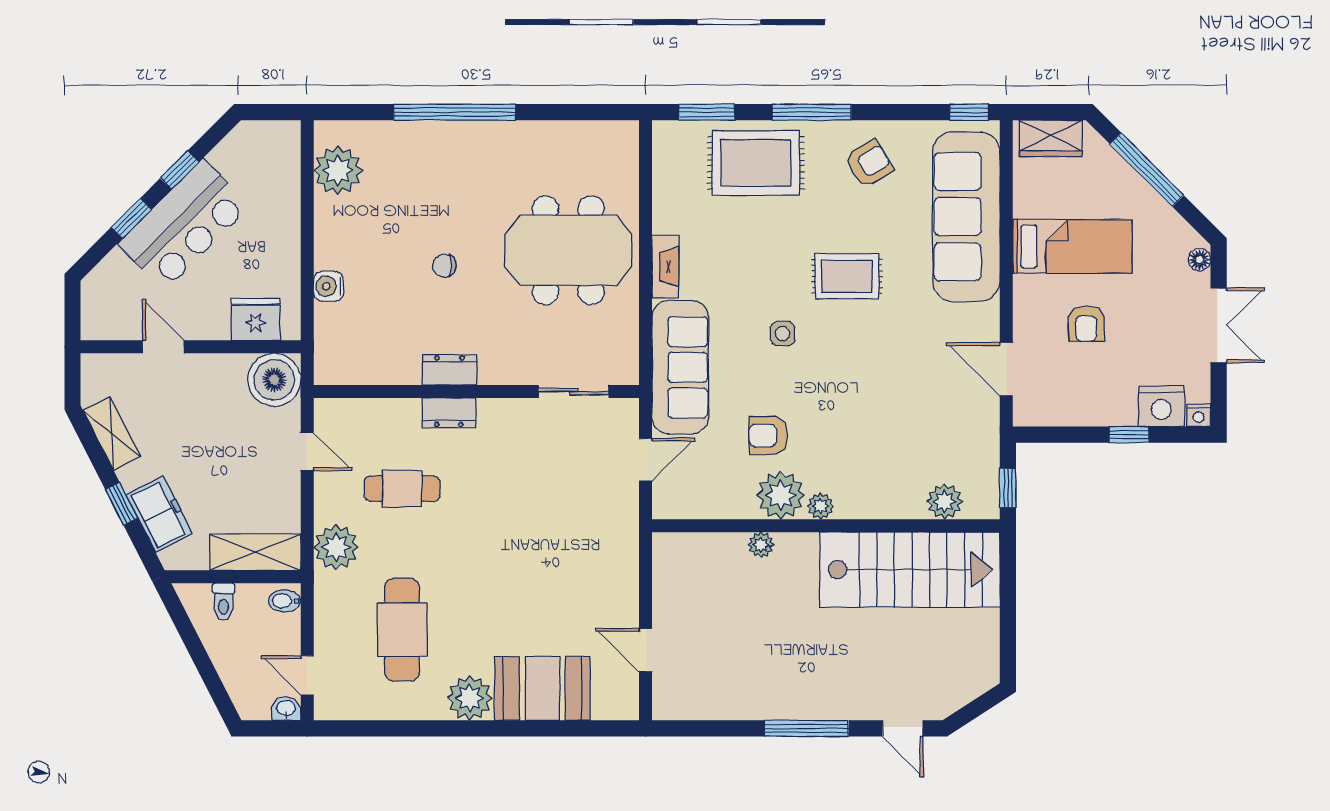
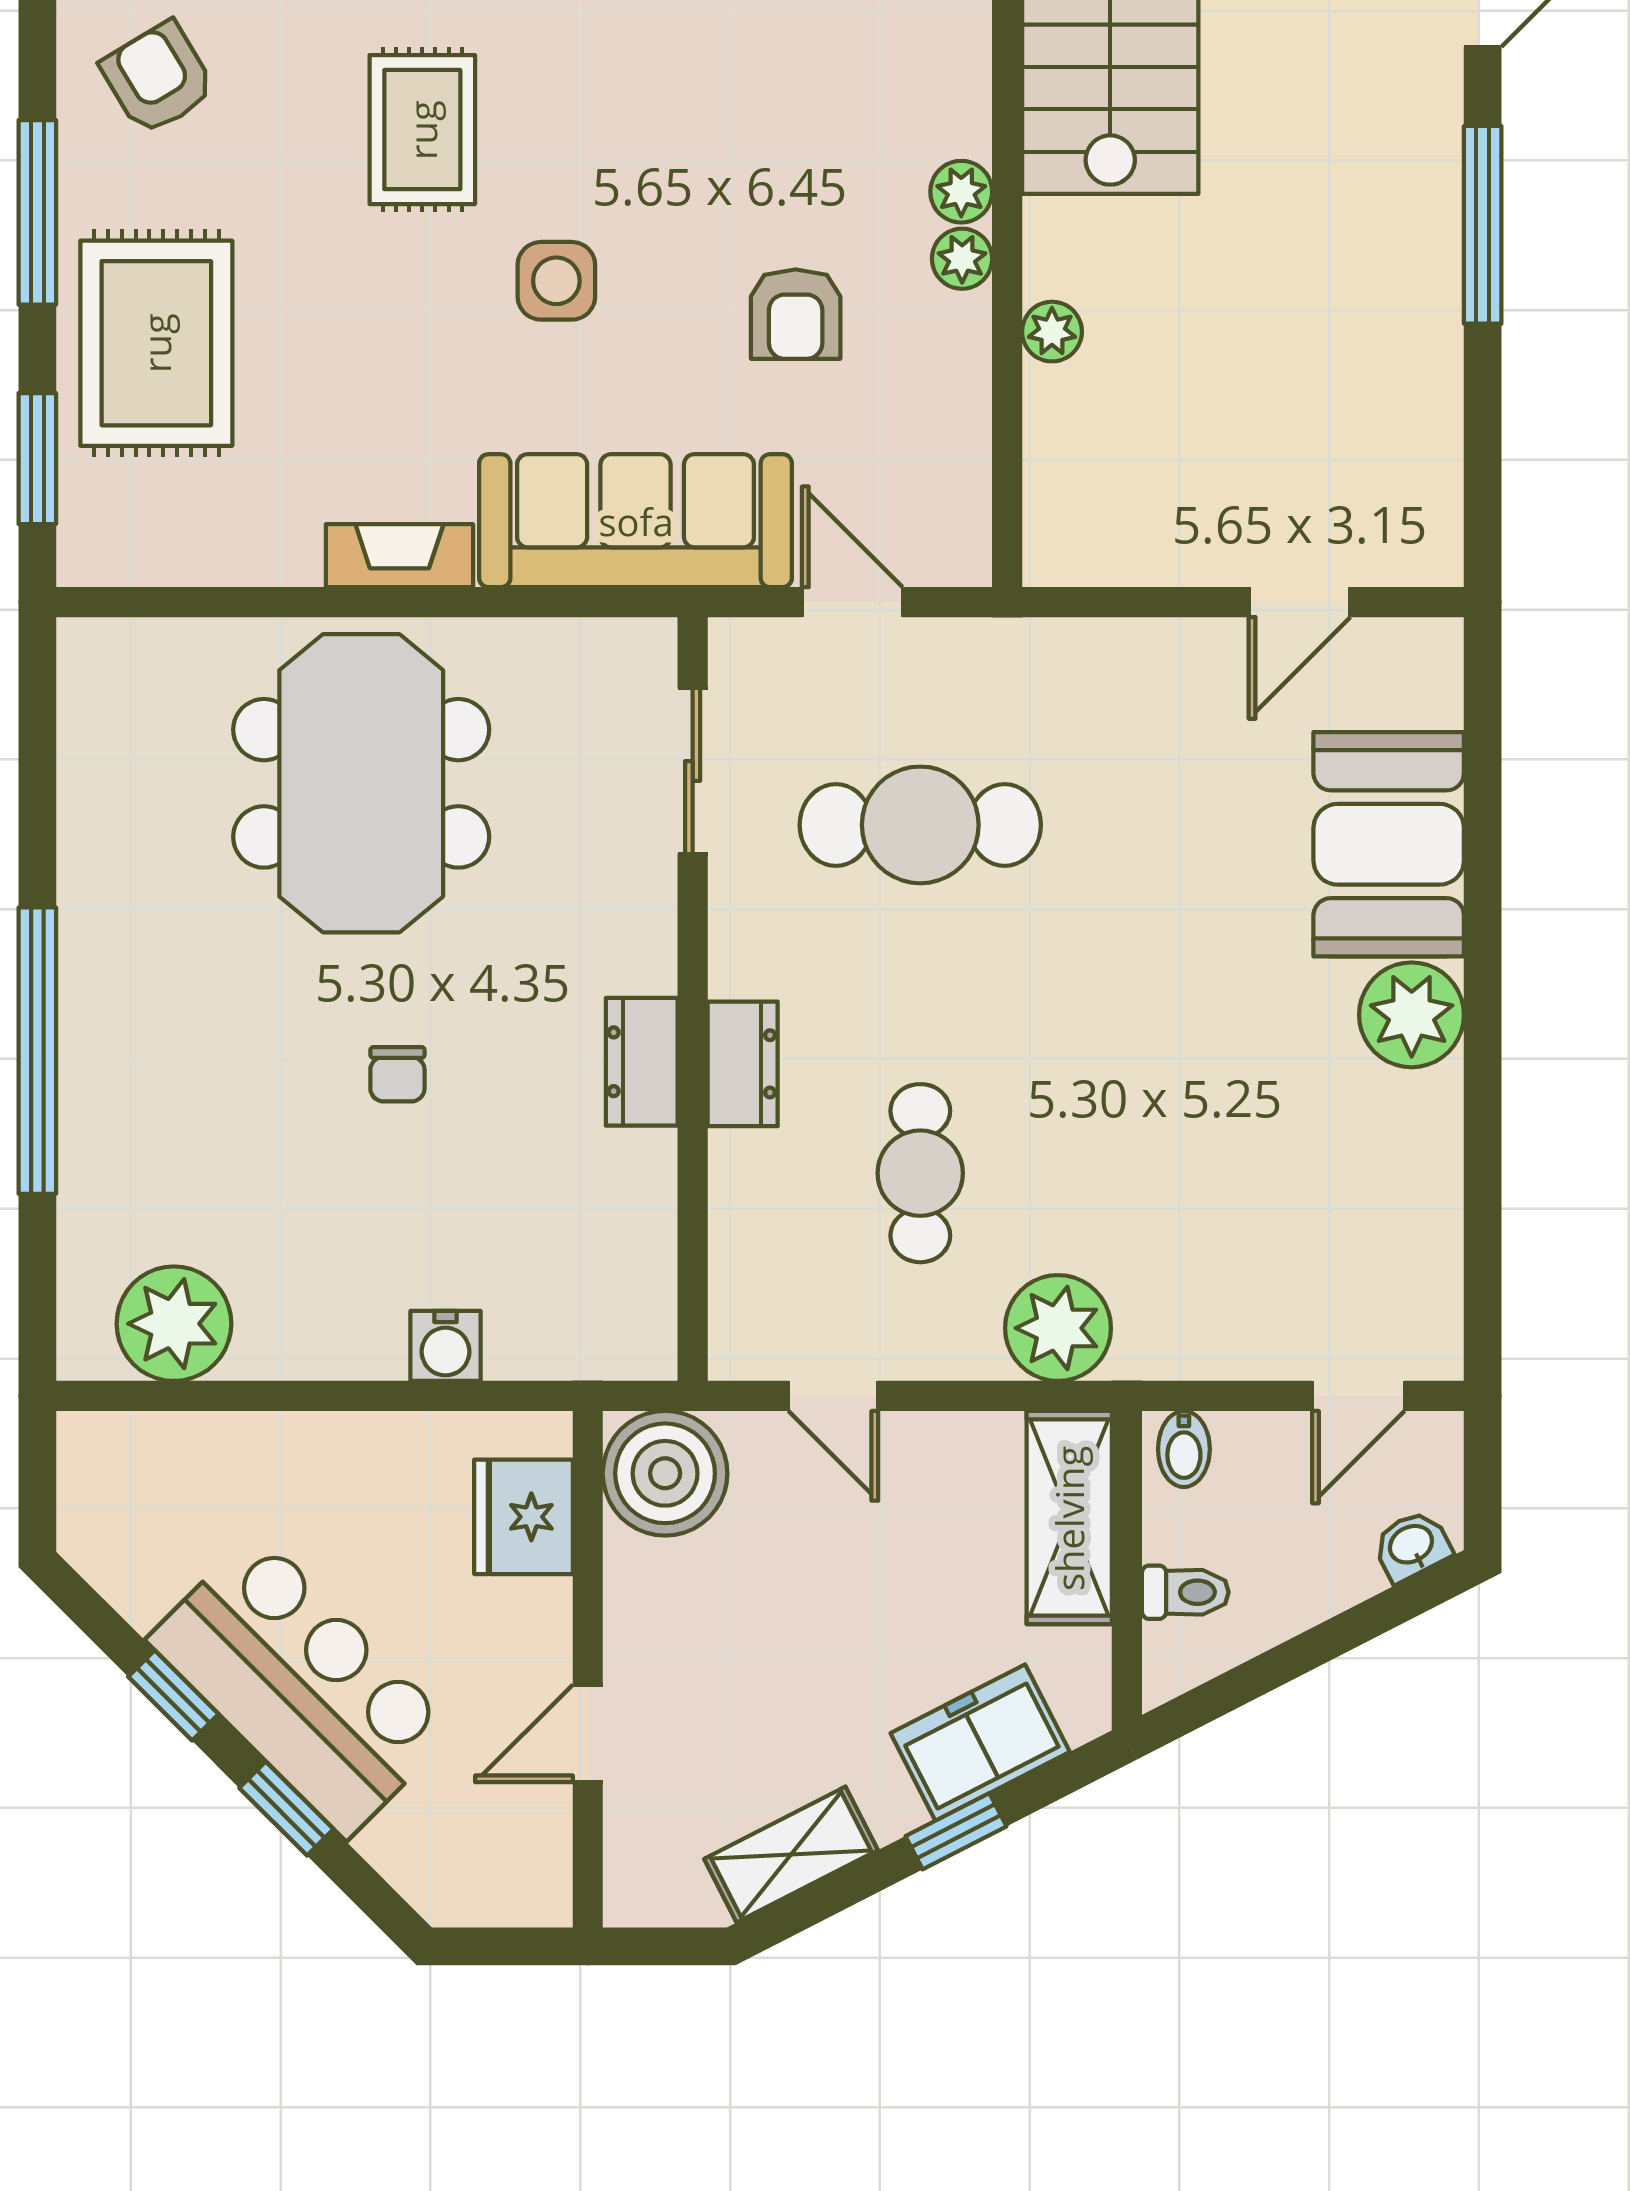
side table: (783, 333) -> (556, 281), width x1.37, depth x1.37
door: (307, 452) -> (833, 1396), swing flipped
plant: (781, 495) -> (962, 259), width x0.53, depth x0.53
cafe table: (402, 630) -> (920, 825), moved
washbasin: (286, 709) -> (1412, 1546), moved, turned 63

